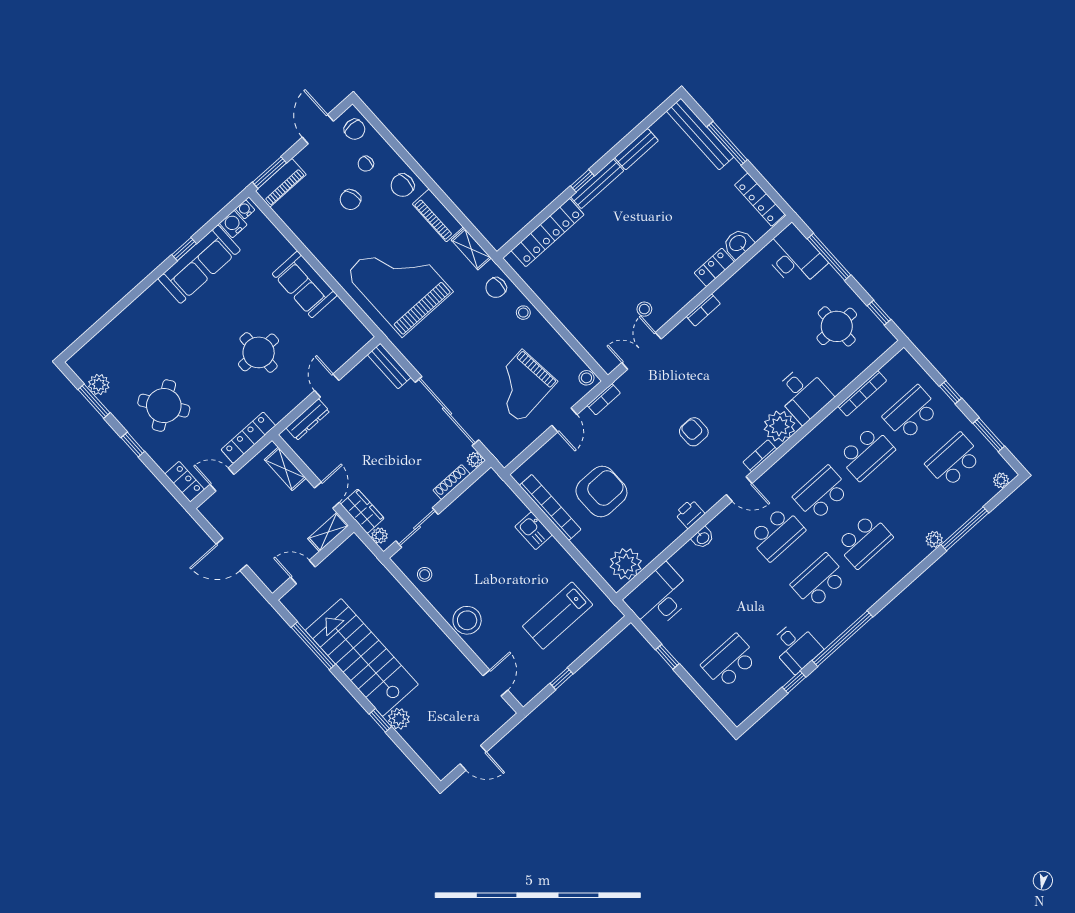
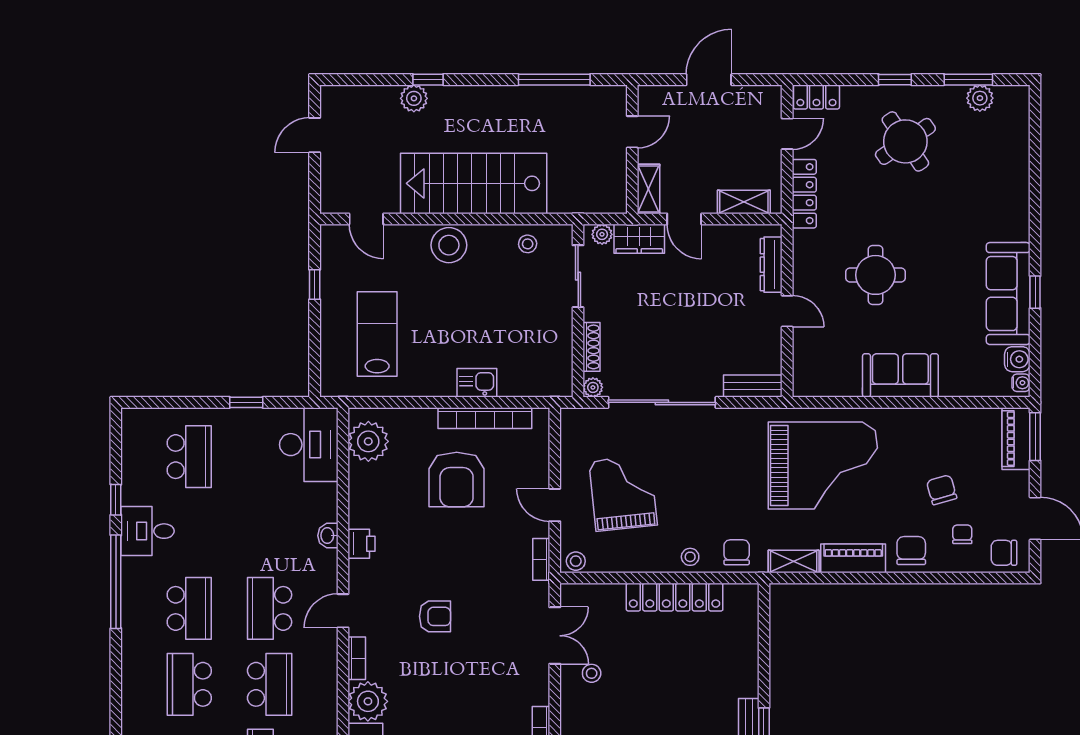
locker: (548, 233) -> (675, 597), moved, turned -90
stairs: (362, 657) -> (474, 183), moved, turned 180

